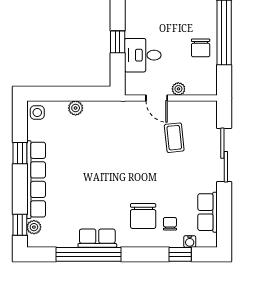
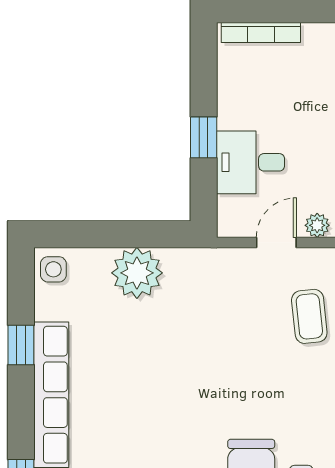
door: (157, 98) -> (276, 242), swing flipped
plant: (76, 108) -> (137, 273), width x1.87, depth x1.87

